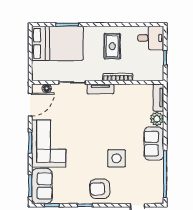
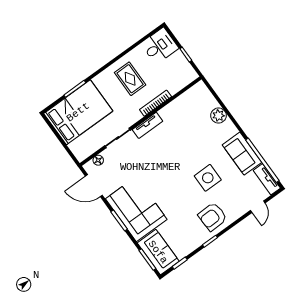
tv unit: (158, 97) -> (267, 179), moved
door: (30, 105) -> (94, 186), swing flipped
sofa: (154, 144) -> (242, 154), moved

